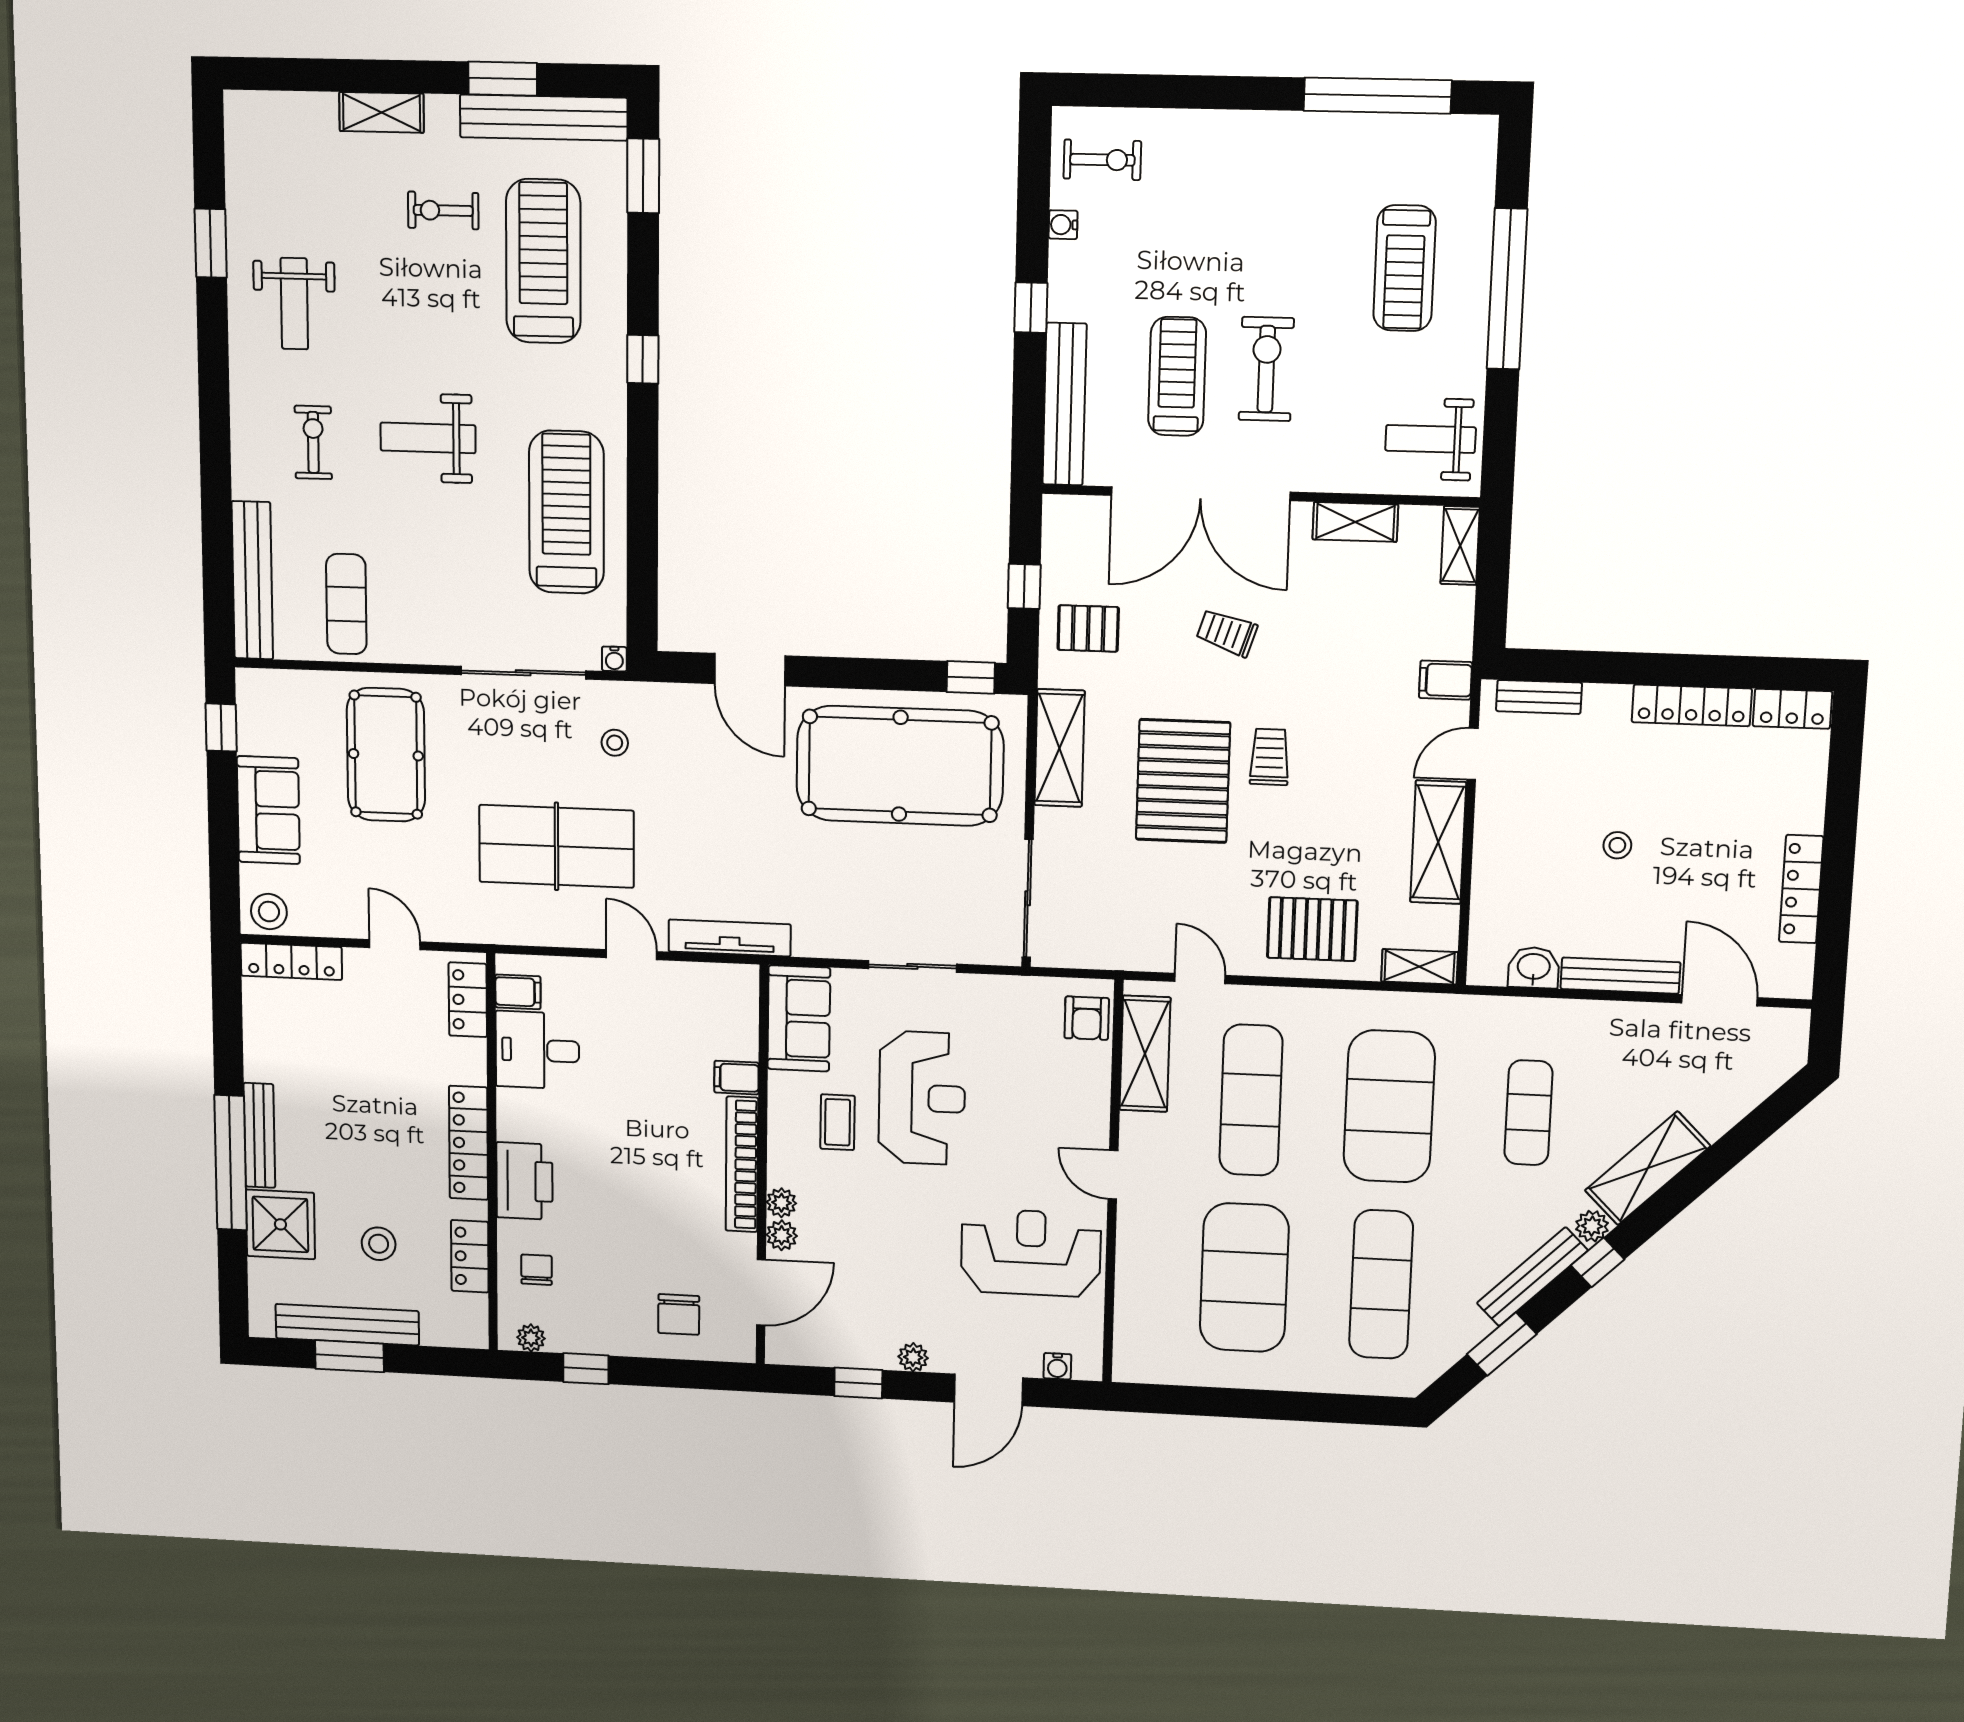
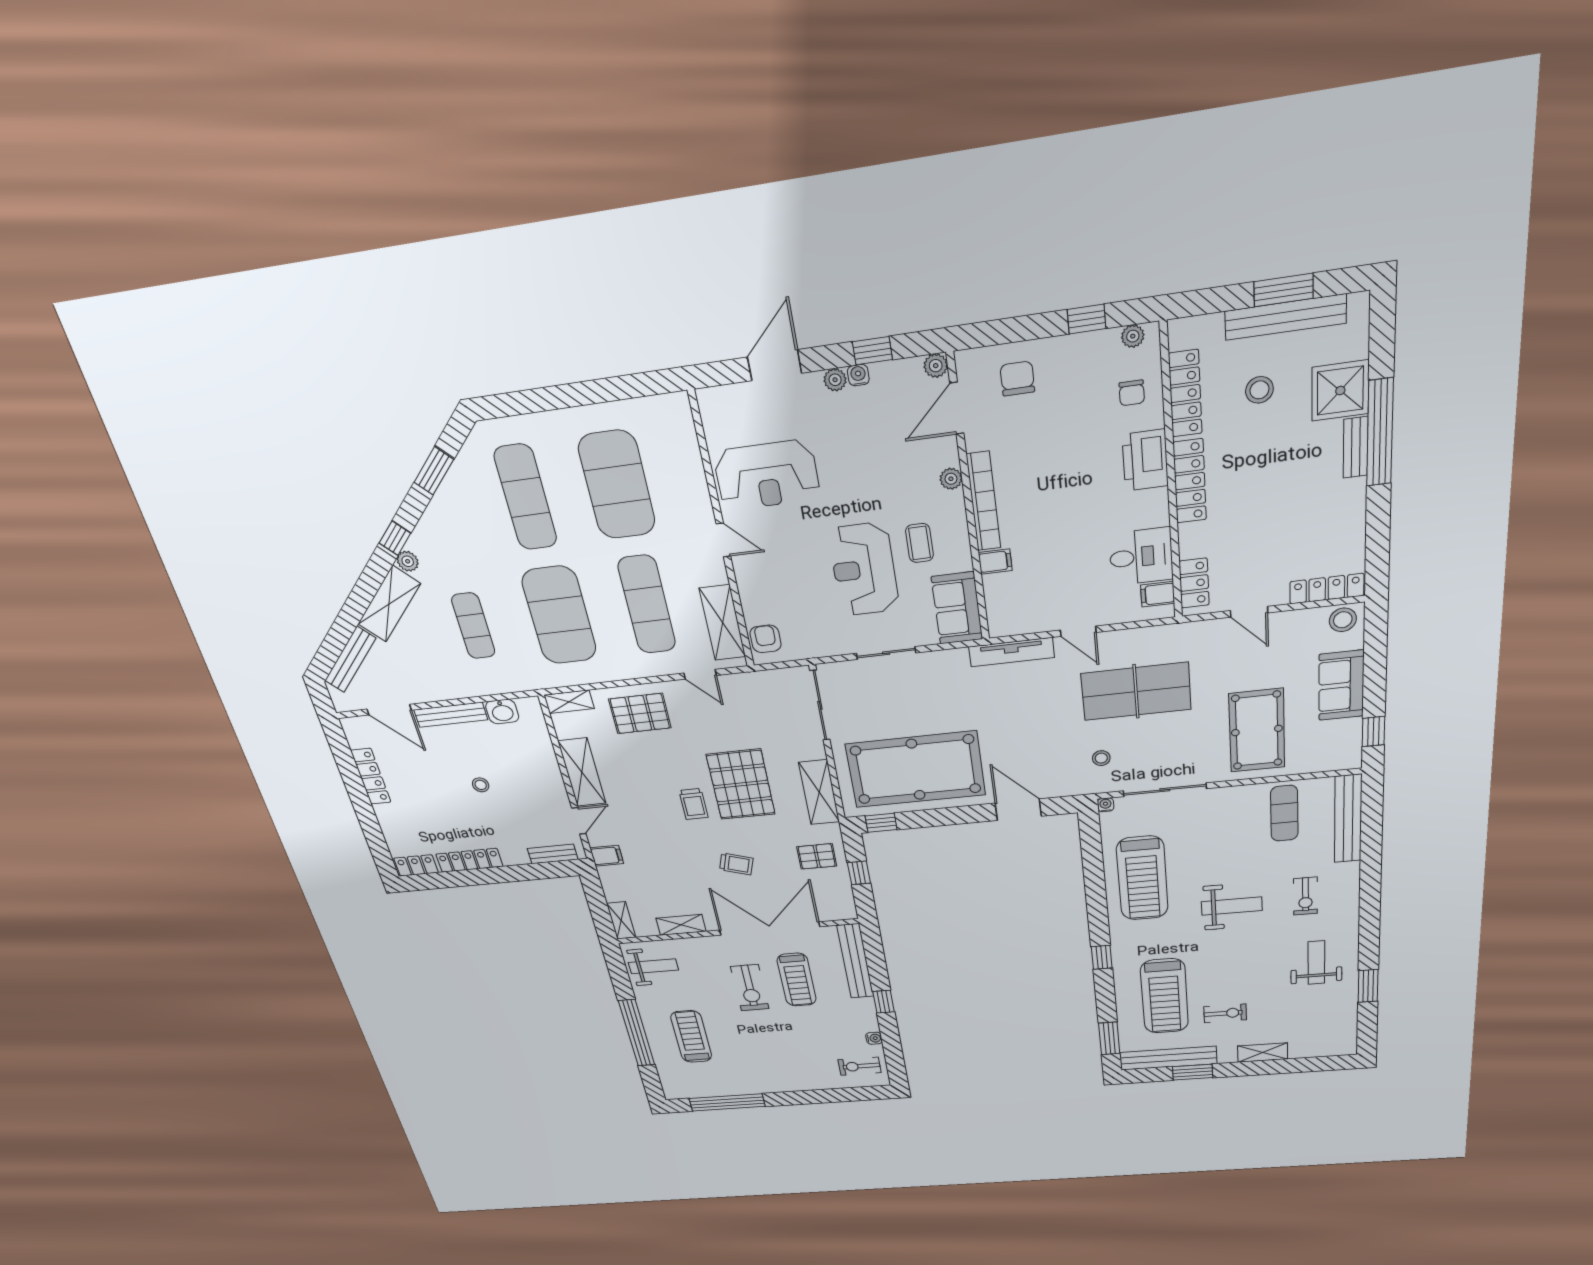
bench: (259, 1135) -> (1356, 447), width x0.73
plant: (782, 1235) -> (936, 366), moved
locker: (470, 1256) -> (1185, 394), width x1.53
bench: (1532, 1277) -> (350, 659), moved
water cooler: (1057, 1366) -> (858, 375), moved

